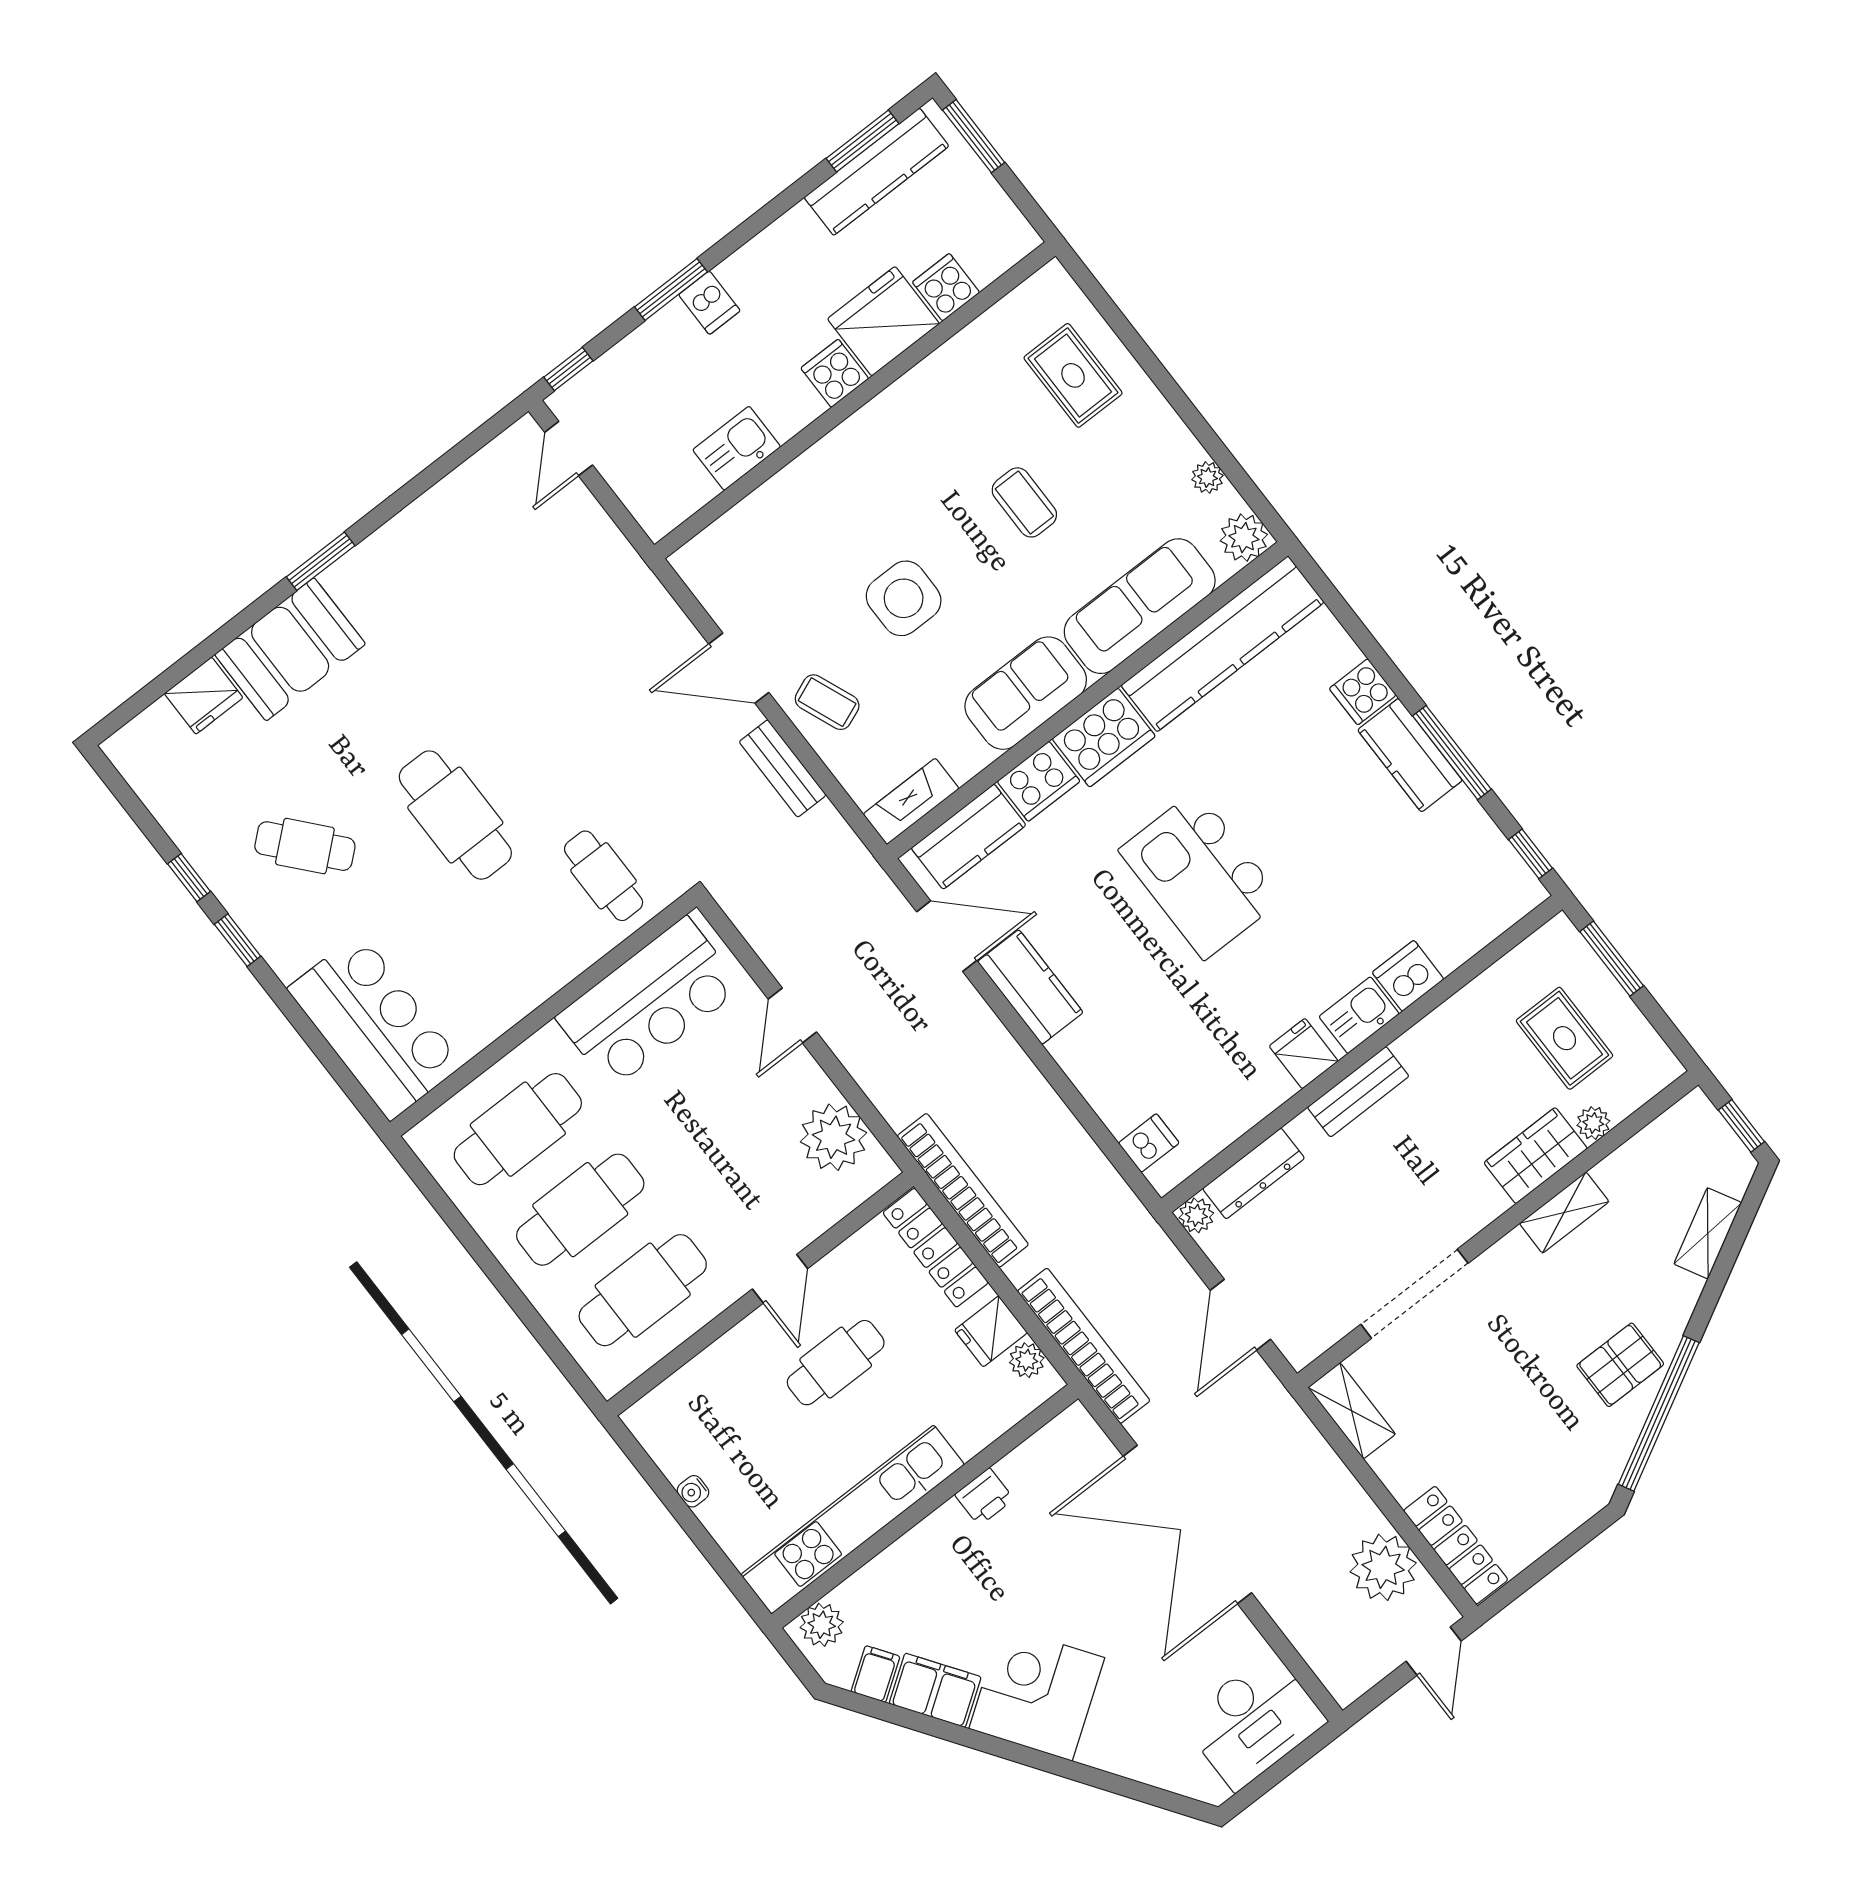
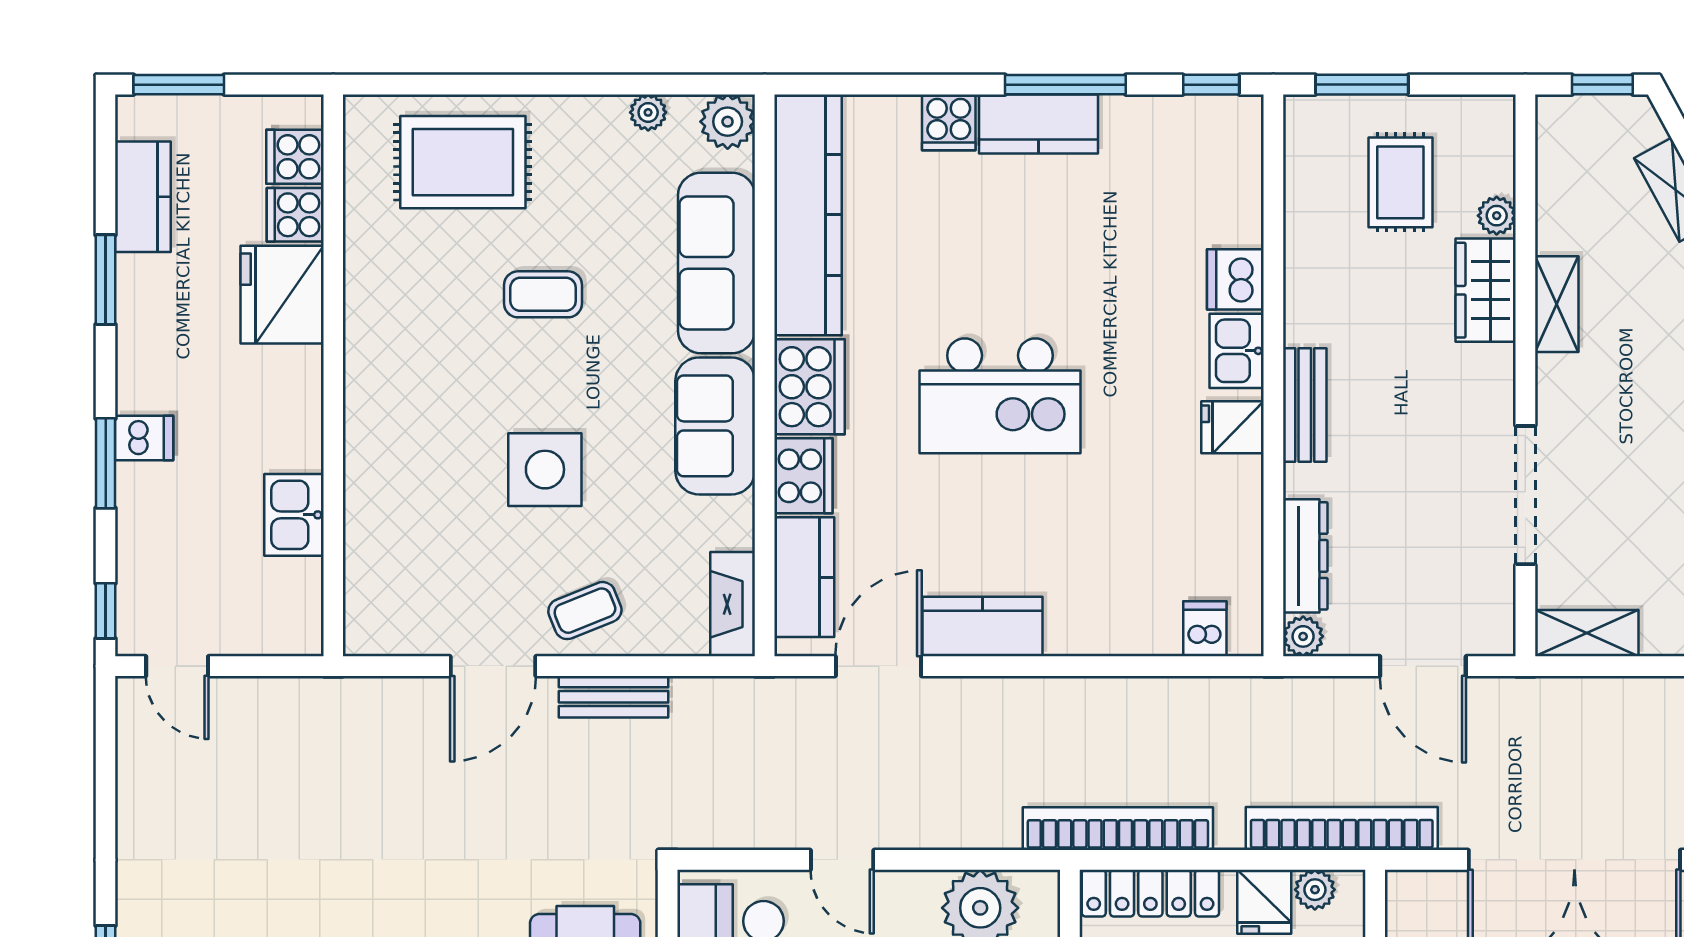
window: (862, 141) -> (106, 280), moved
kitchen counter: (876, 172) -> (143, 197), width x0.67
cooker: (835, 373) -> (295, 157), moved
rug: (1073, 375) -> (463, 162), width x1.36, depth x1.43
rug: (1565, 1038) -> (1400, 182), turned 90

